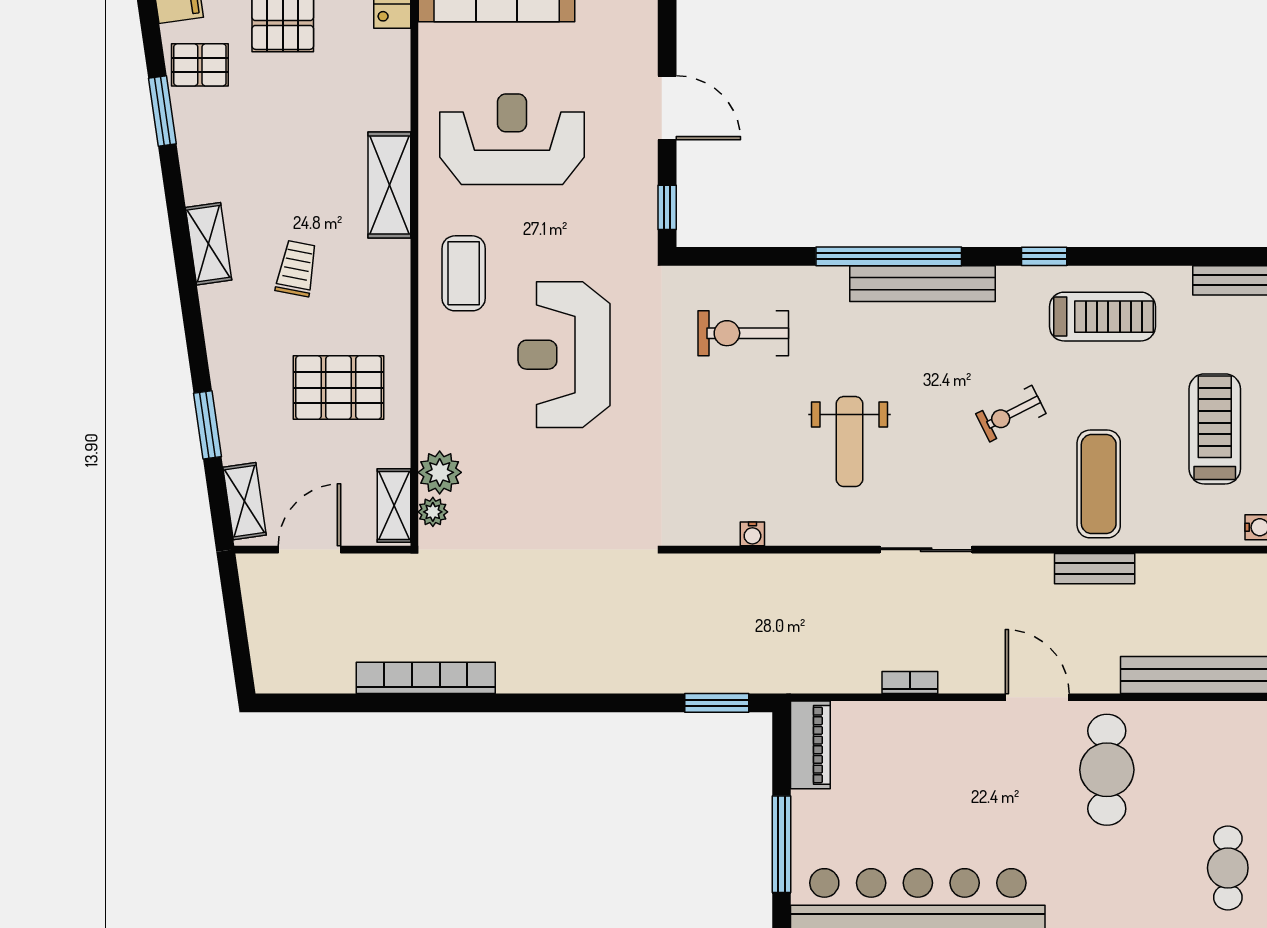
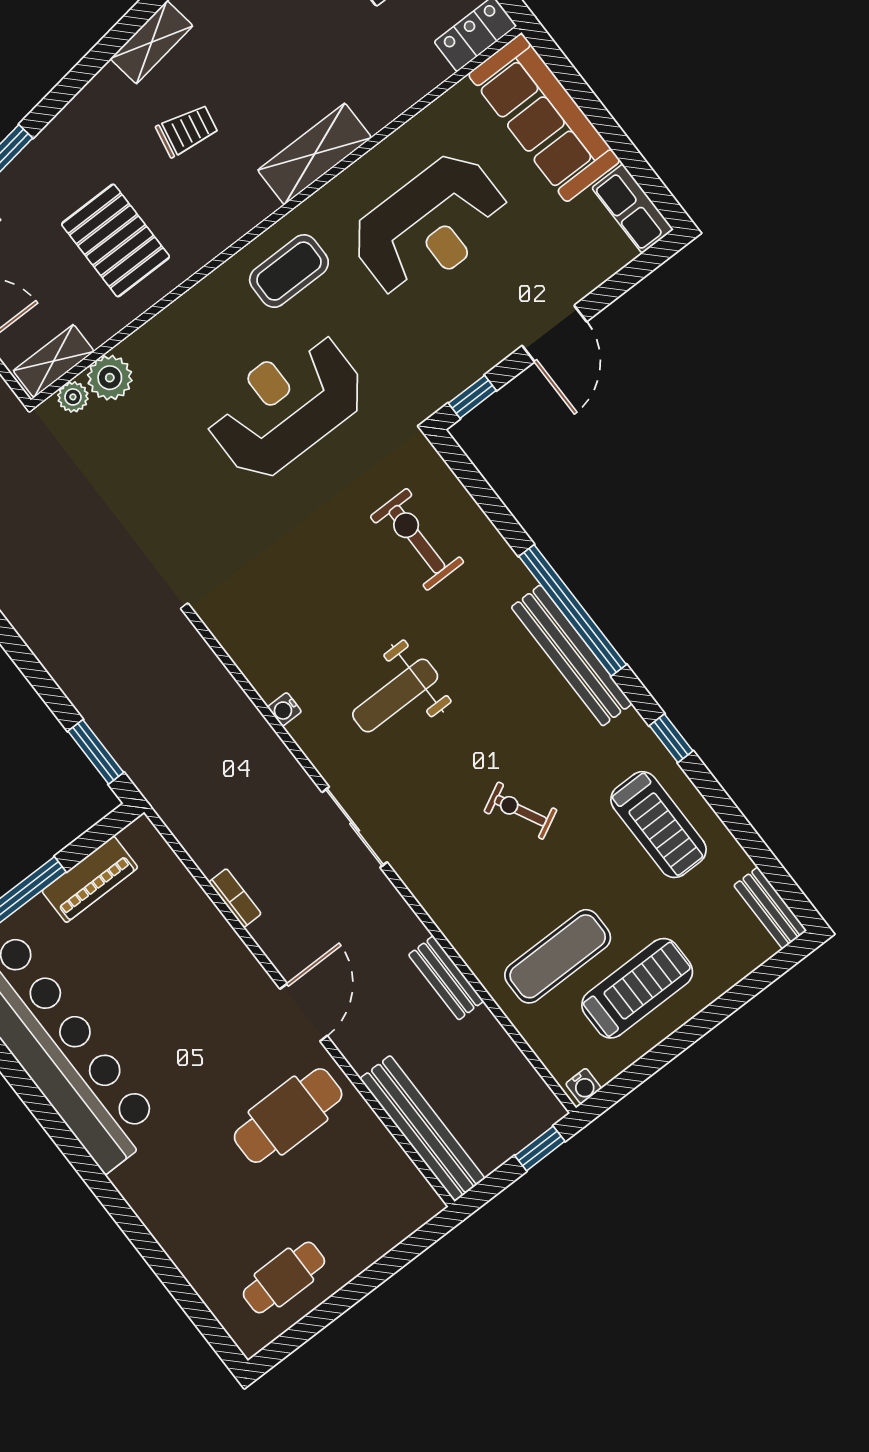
reception desk: (512, 139) -> (430, 226), turned 90
exercise mat: (1099, 484) -> (558, 956), moved
water cooler: (752, 534) -> (285, 709), moved
piano: (810, 745) -> (90, 879), moved

